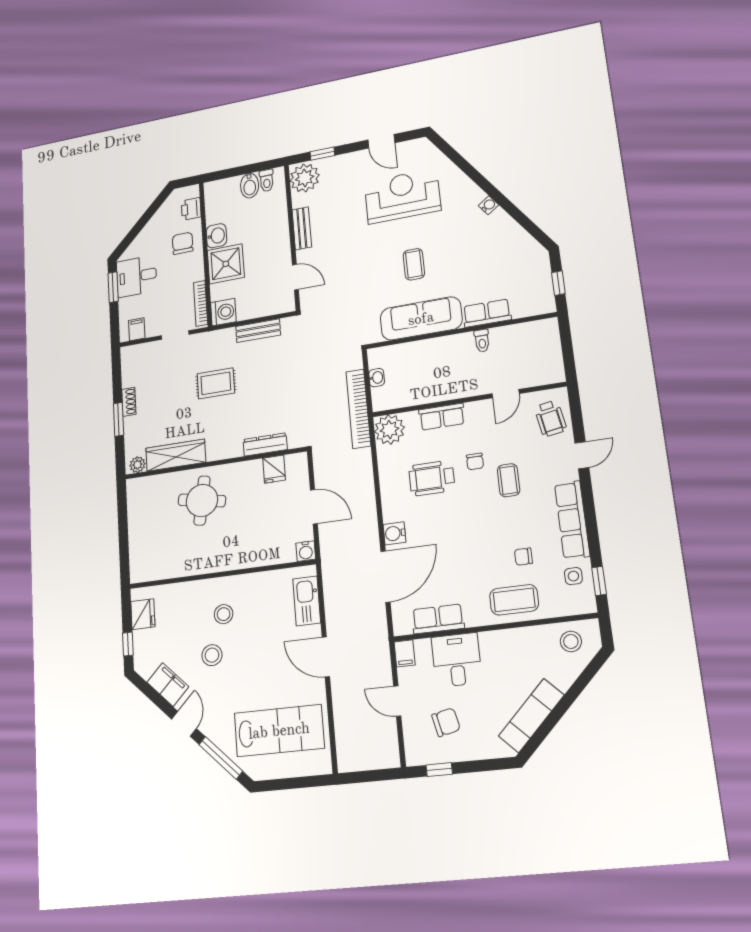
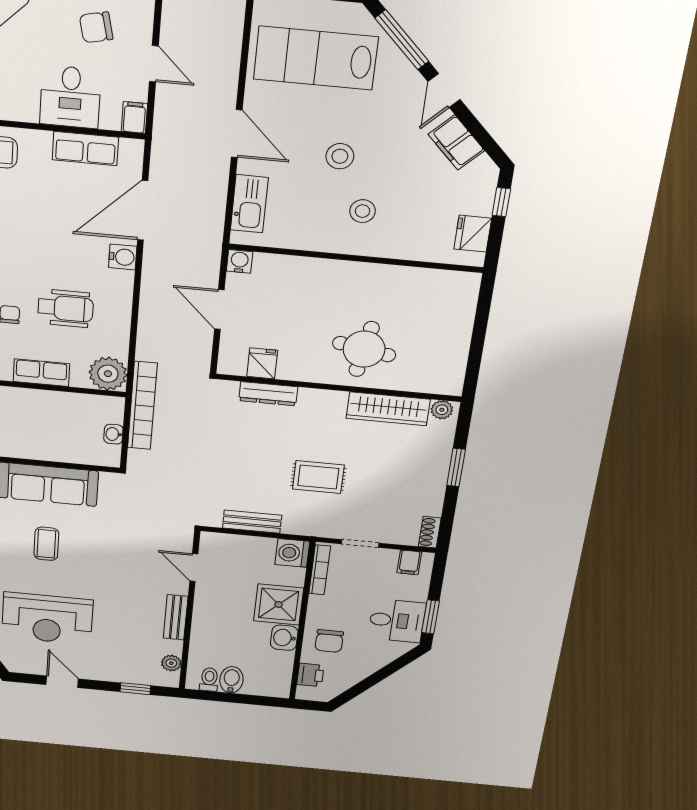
plant: (305, 178) -> (171, 663), width x0.53, depth x0.53
shoe rack: (129, 402) -> (430, 532), moved
stool: (212, 655) -> (340, 156), moved

